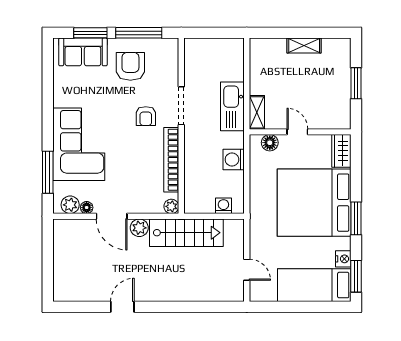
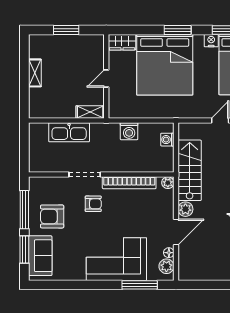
kitchen sink: (232, 106) -> (69, 132), moved
floor lamp: (270, 143) -> (115, 101), removed

